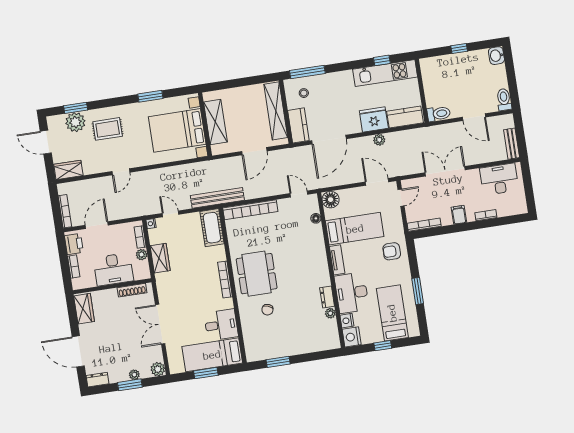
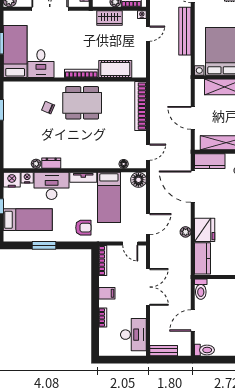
bench: (217, 198) -> (185, 31), moved
cot: (212, 228) -> (115, 69), moved
armchair: (392, 251) -> (83, 228), turned 90

